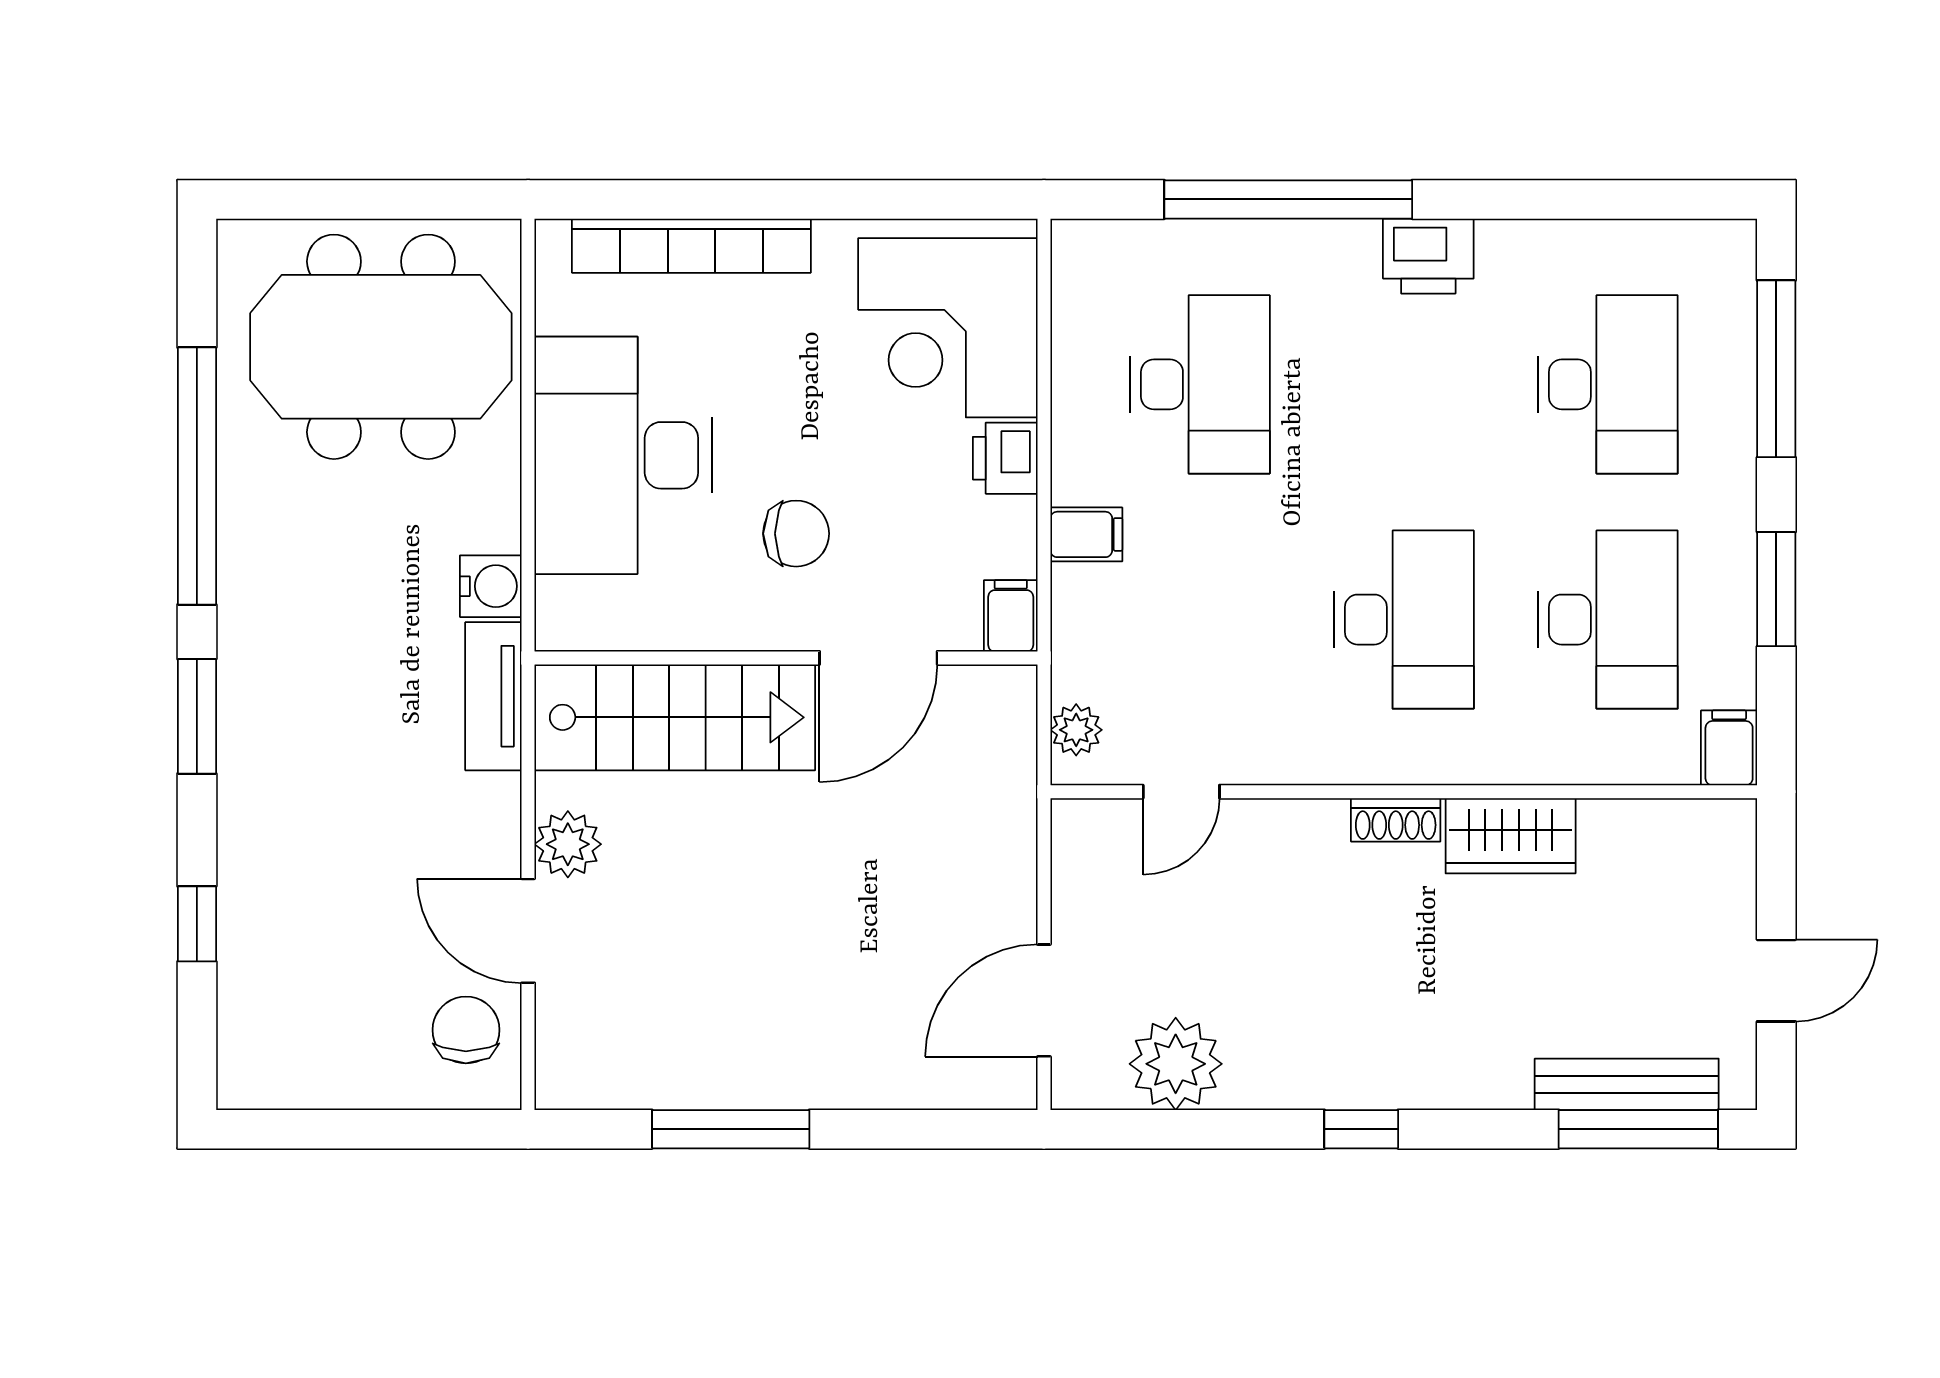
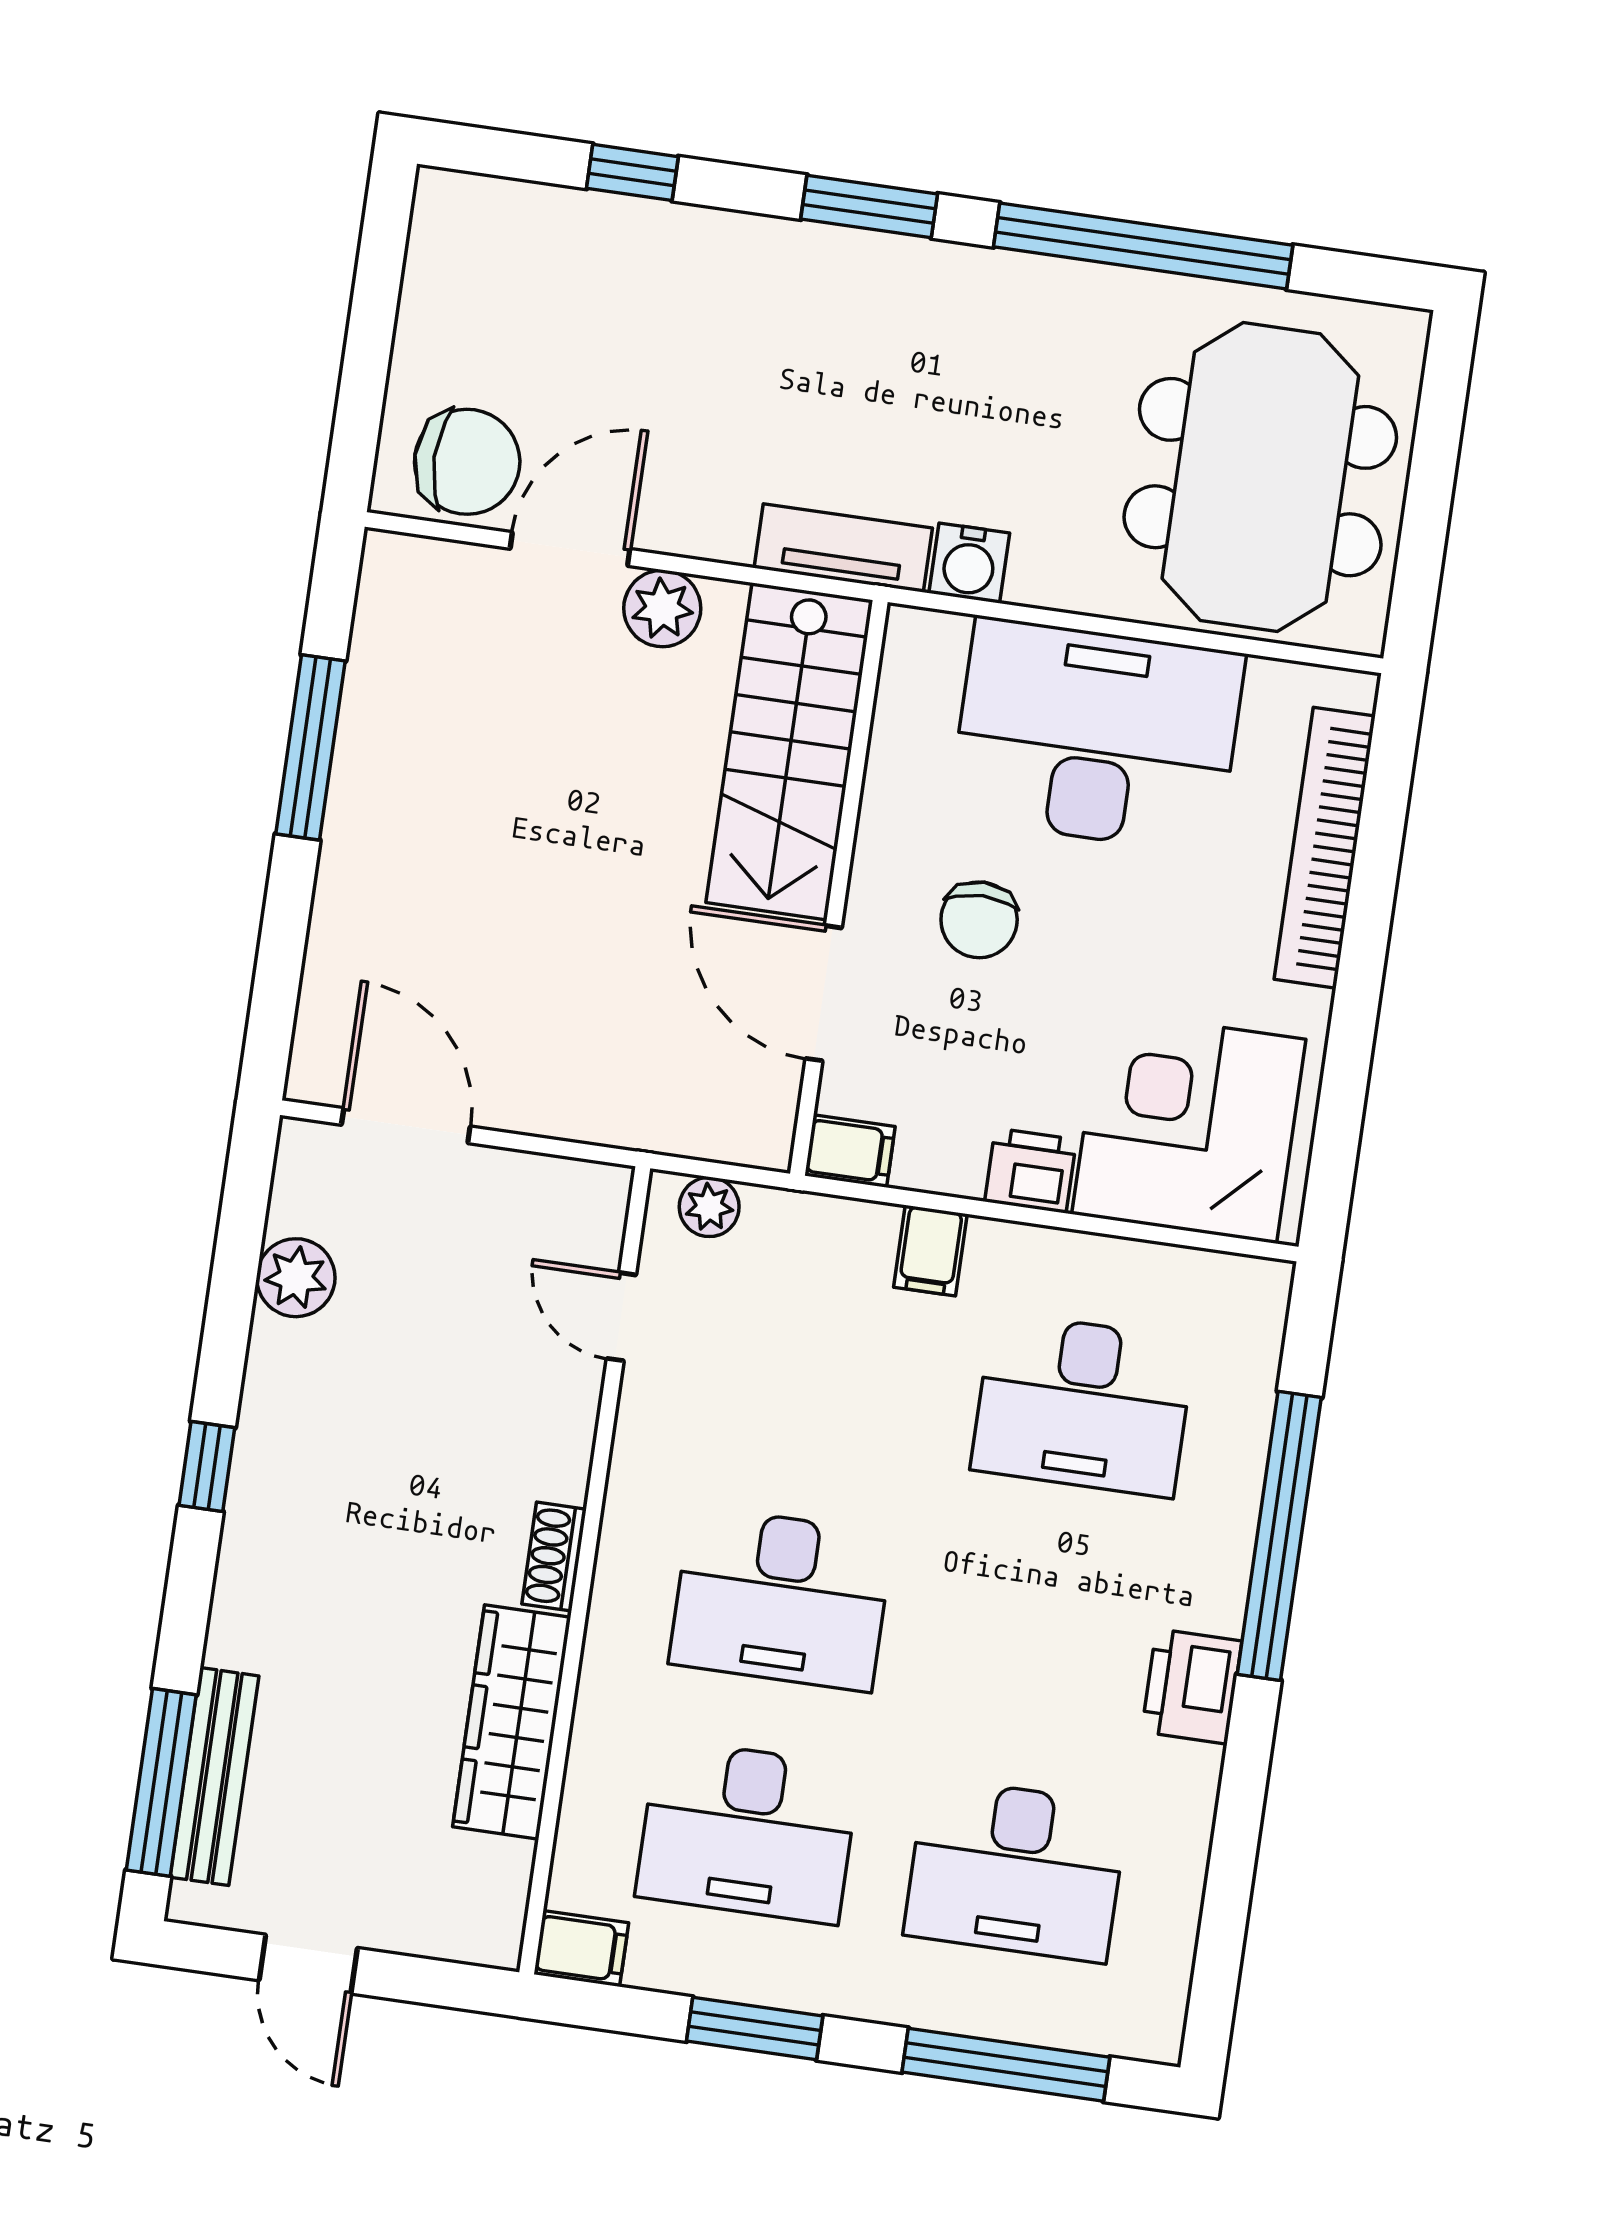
wardrobe: (1511, 836) -> (512, 1722), width x1.50
chair: (466, 1030) -> (467, 462), width x1.37, depth x1.37
plant: (1176, 1064) -> (296, 1278), width x0.73, depth x0.73

